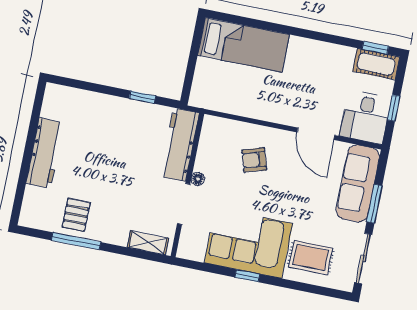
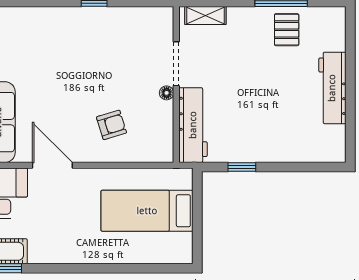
bed: (243, 45) -> (147, 211), moved
corner sofa: (248, 243) -> (100, 36), removed
rug: (311, 257) -> (32, 35), removed

